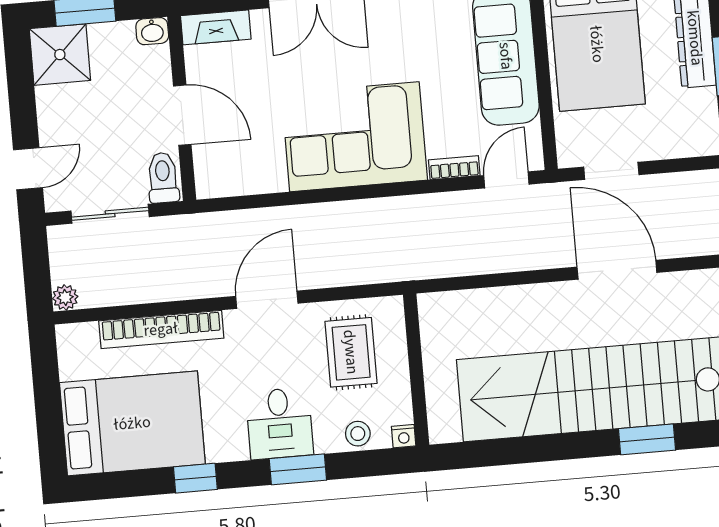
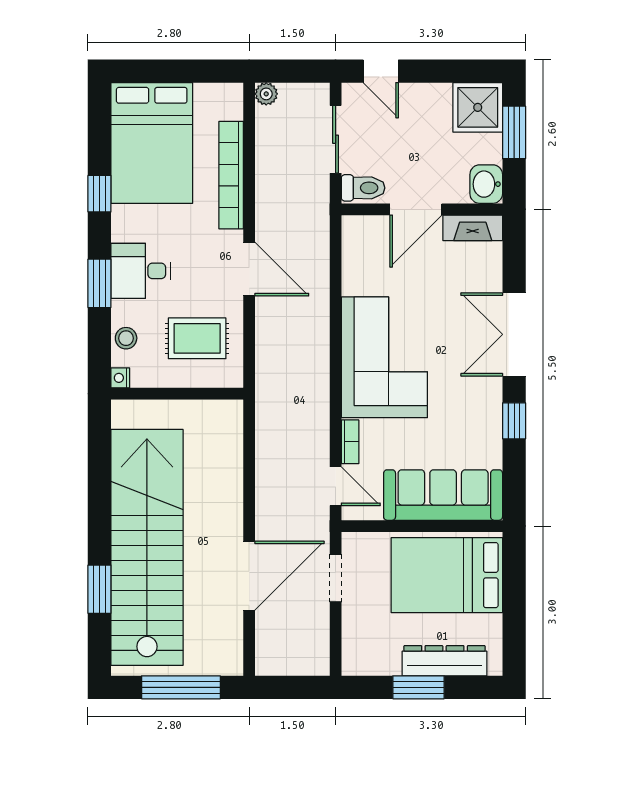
fireplace: (216, 27) -> (473, 228), moved, turned -90
washbasin: (152, 31) -> (486, 184), width x1.38, depth x1.45

